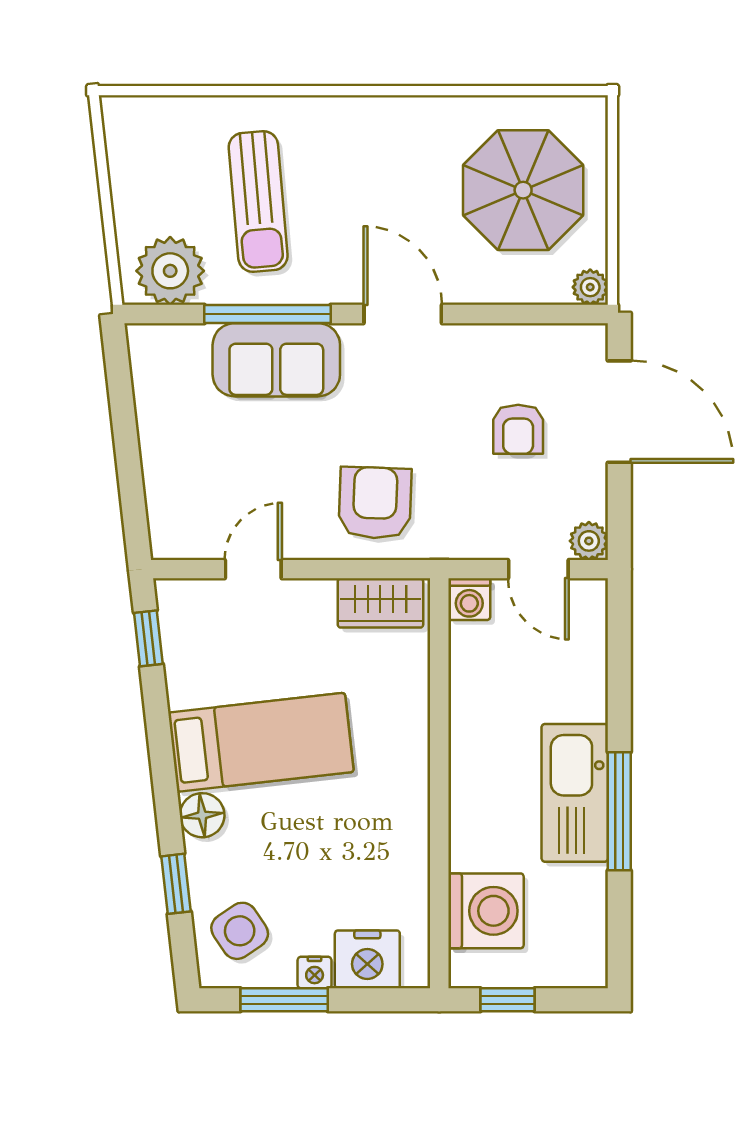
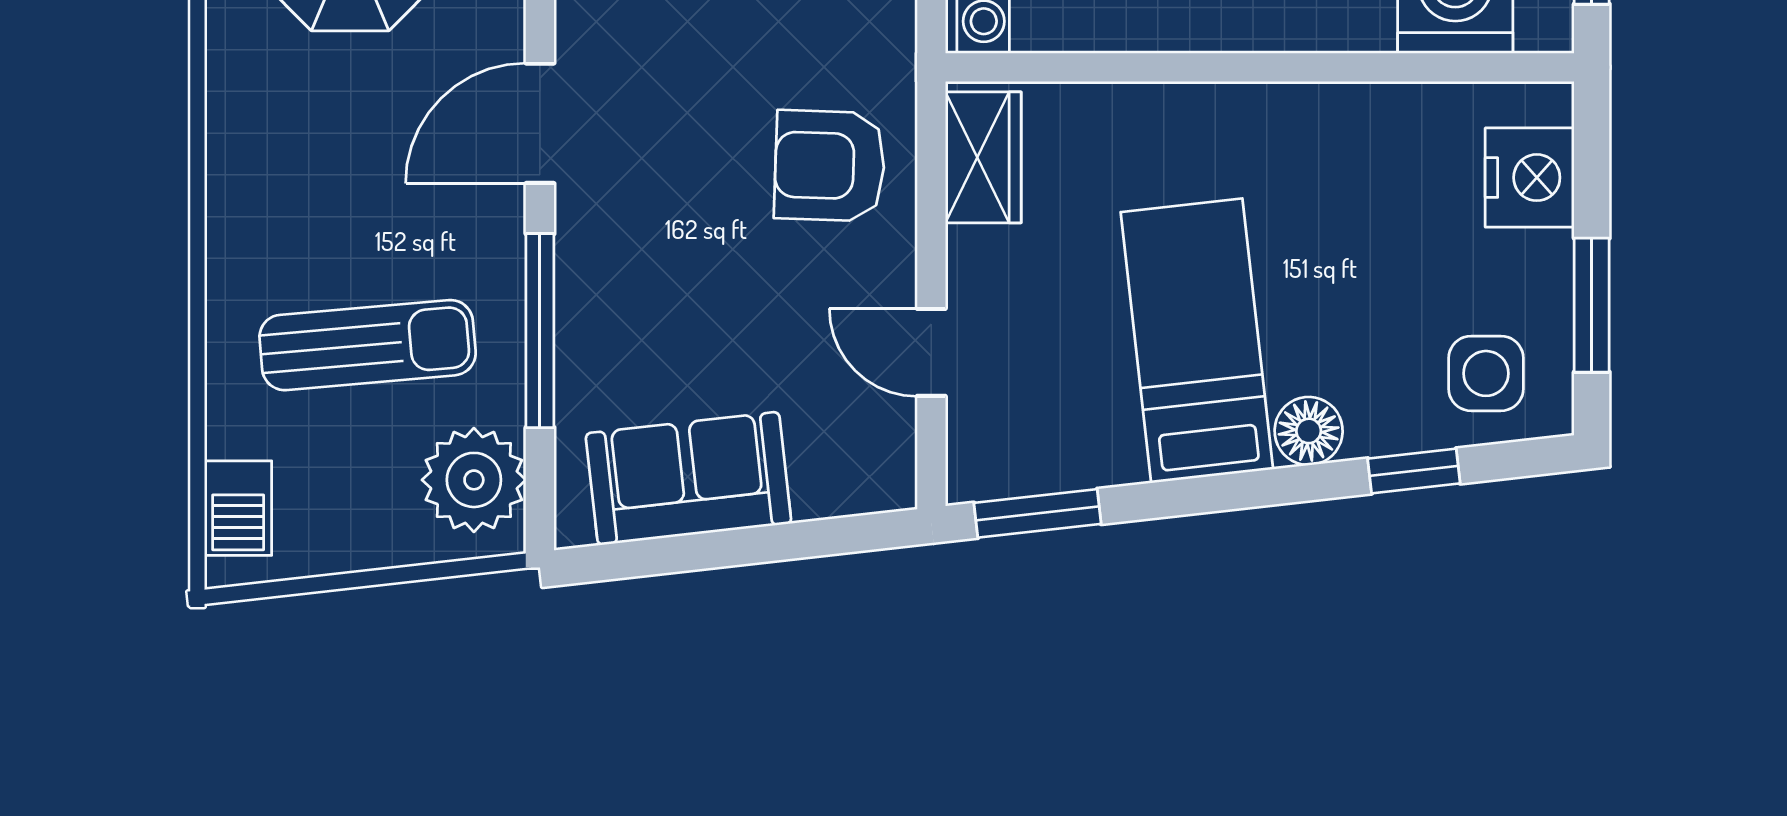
barbecue: (152, 117) -> (238, 508), added
sofa: (276, 360) -> (688, 478), moved, turned -96
window: (148, 638) -> (1038, 513), width x1.50
side table: (240, 931) -> (1486, 373), turned 34
nightstand: (315, 973) -> (1550, 259), removed

